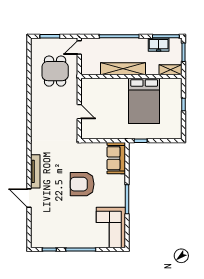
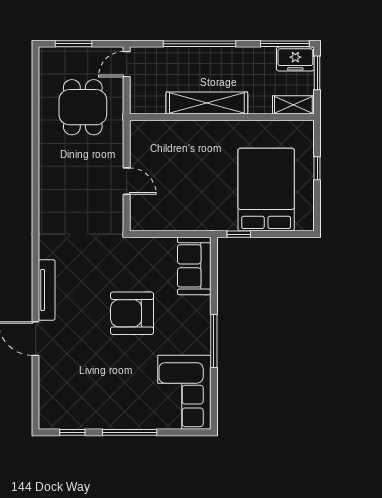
freezer: (159, 45) -> (295, 59), moved
bed: (144, 101) -> (266, 190), moved, turned 180

